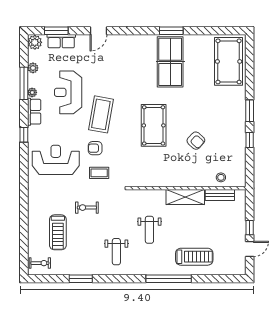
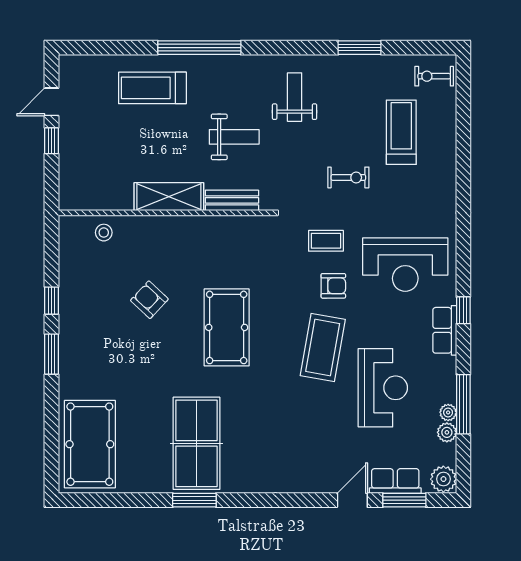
door: (98, 31) -> (352, 500), moved
plant: (32, 92) -> (448, 412), moved
row of seats: (34, 112) -> (445, 330), moved
bench: (220, 195) -> (232, 200), moved
weight bench: (149, 230) -> (234, 137), turned 90

